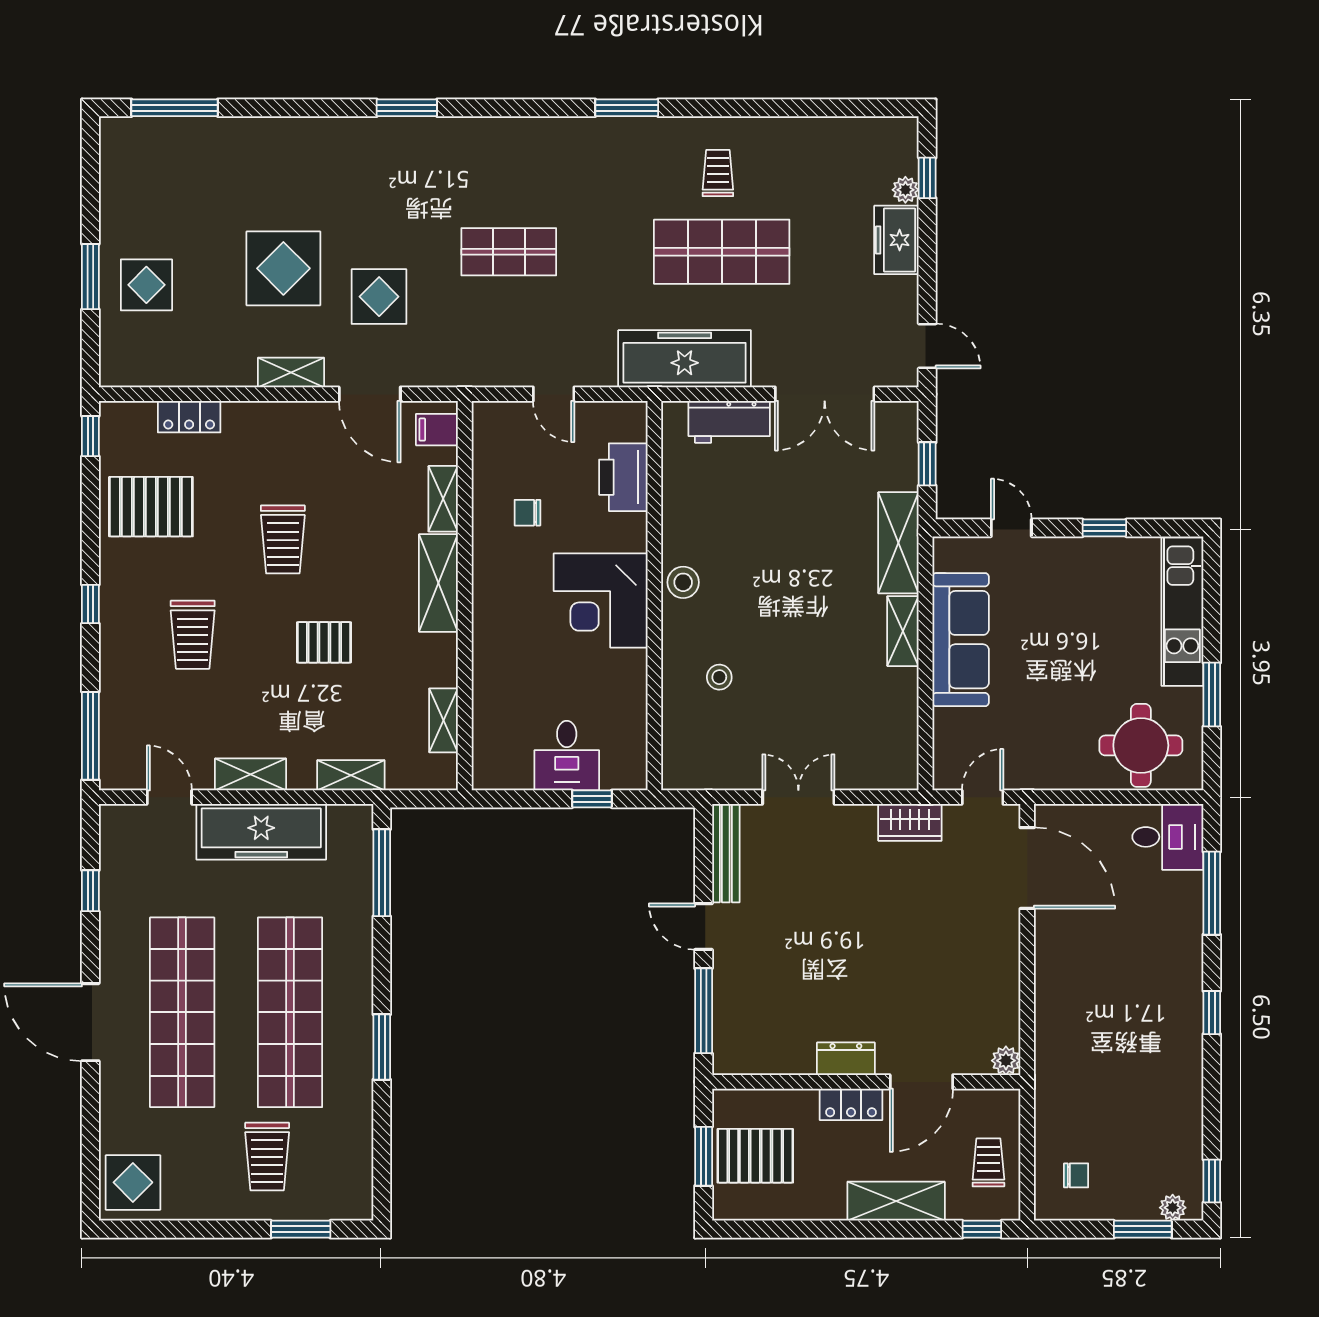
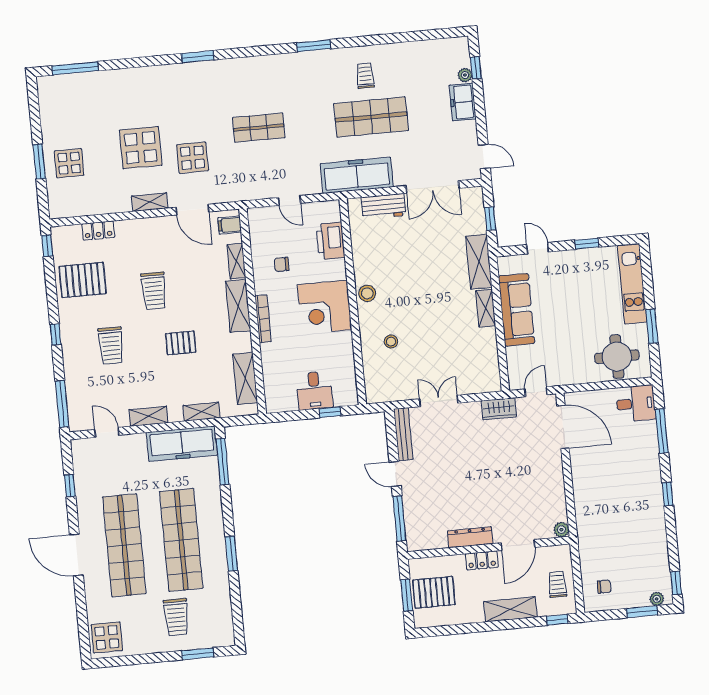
bookcase: (483, 612) -> (263, 319), added
shelving: (444, 720) -> (245, 378), width x1.50, depth x1.33
freezer: (261, 832) -> (182, 444), moved
dresser: (846, 1059) -> (470, 537), width x1.44

